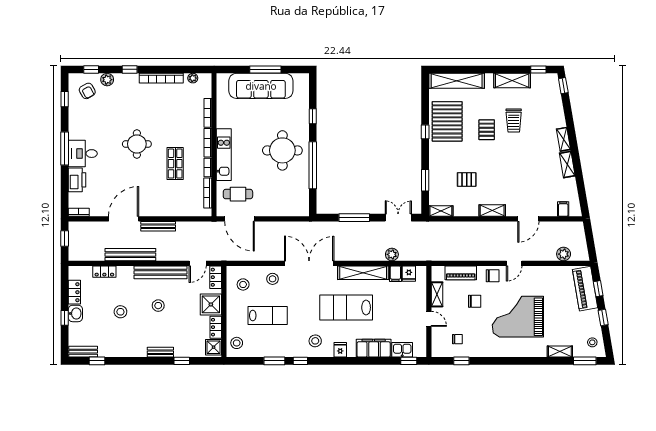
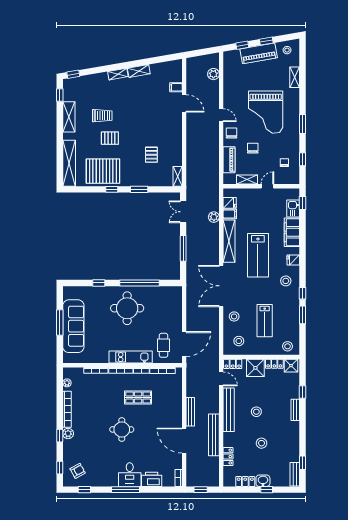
plant: (107, 80) -> (68, 434), moved
window: (425, 180) -> (139, 189), moved
filing cabinet: (563, 209) -> (176, 87), moved
shelving: (492, 211) -> (177, 133), removed
piano: (585, 289) -> (259, 53), moved
lab bench: (268, 316) -> (265, 321), turned 180
window: (585, 361) -> (302, 124), moved

